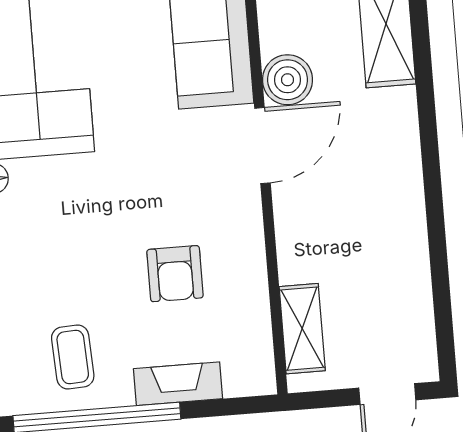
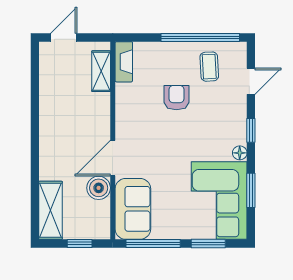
armchair: (175, 274) -> (176, 98), moved
fireplace: (178, 384) -> (124, 62), moved, turned -90

